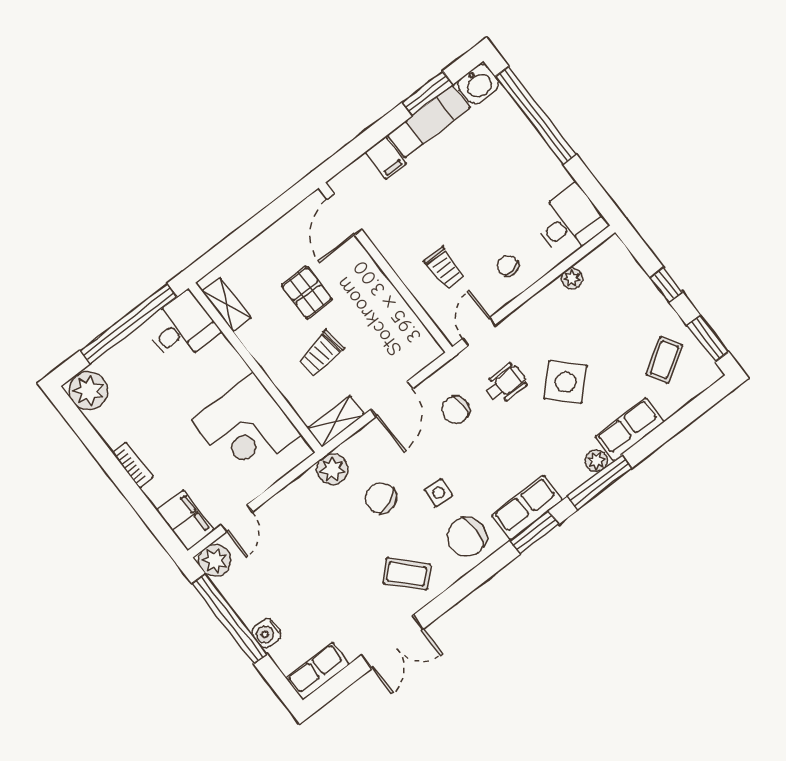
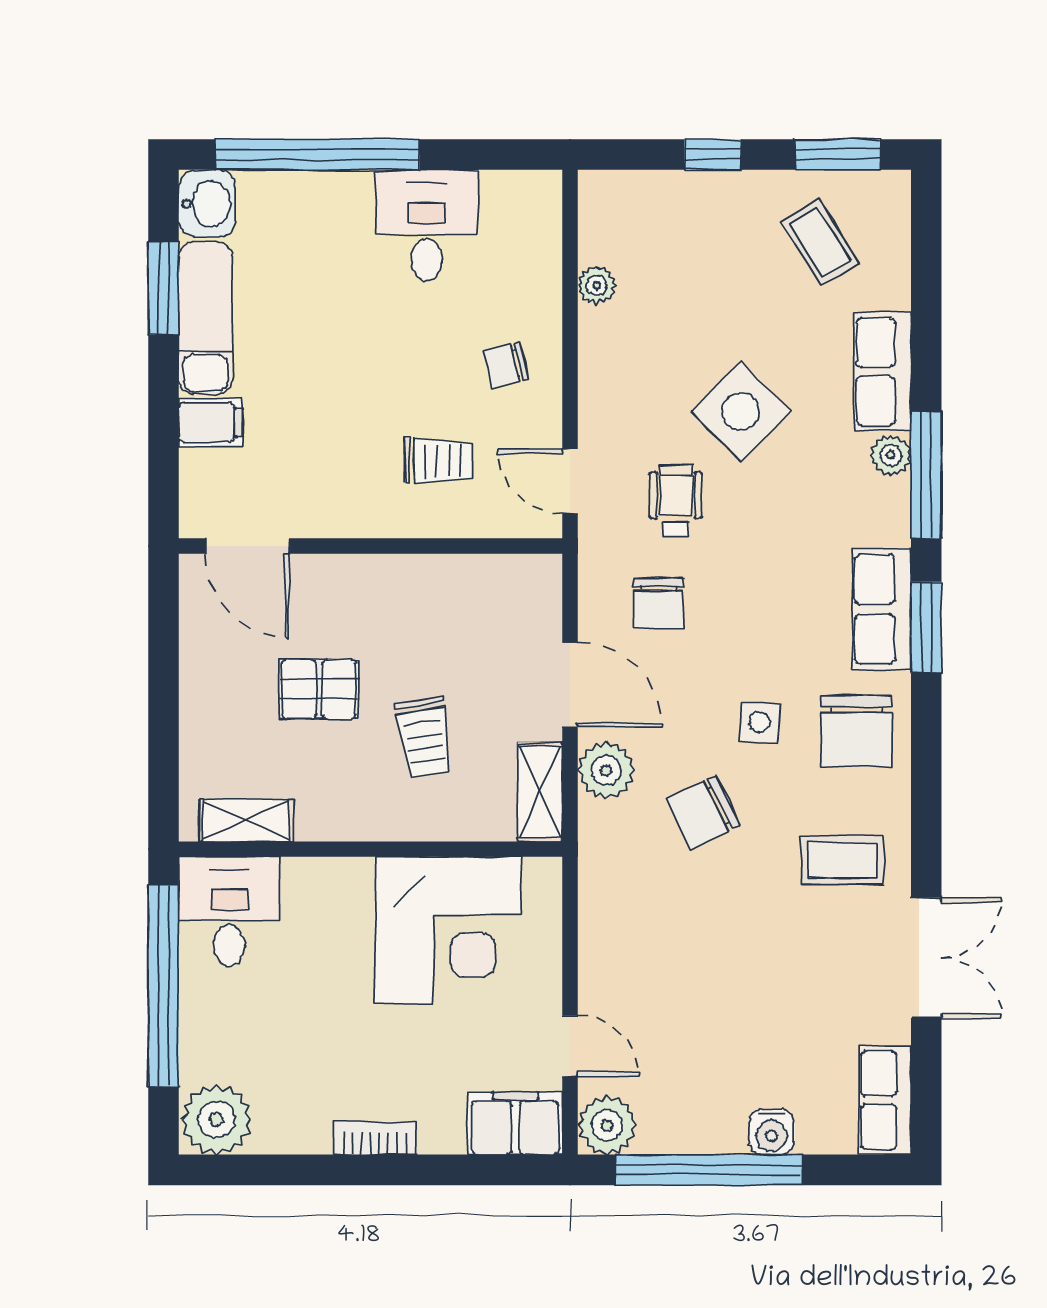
desk: (569, 222) -> (427, 225), moved
plant: (332, 469) -> (606, 770), moved
coffee table: (407, 574) -> (843, 860), turned 44

